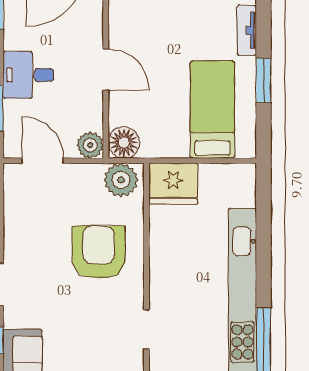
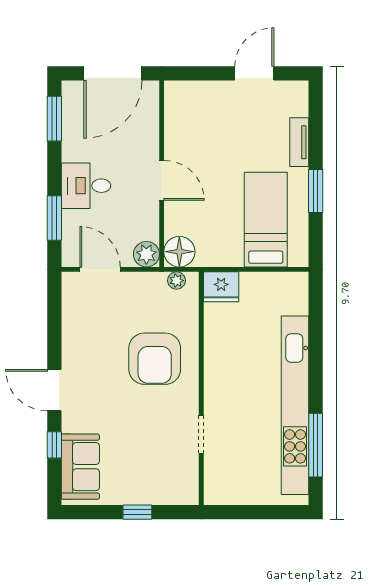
plant: (121, 180) -> (176, 281), width x0.53, depth x0.53
fridge: (173, 184) -> (221, 287), width x0.73, depth x0.75
armchair: (99, 252) -> (155, 359), turned 180

